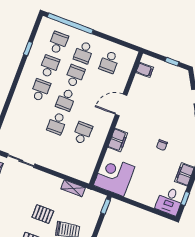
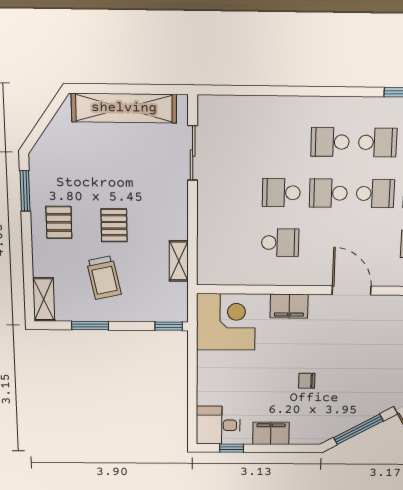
school desk: (40, 90) -> (330, 142), turned 180

